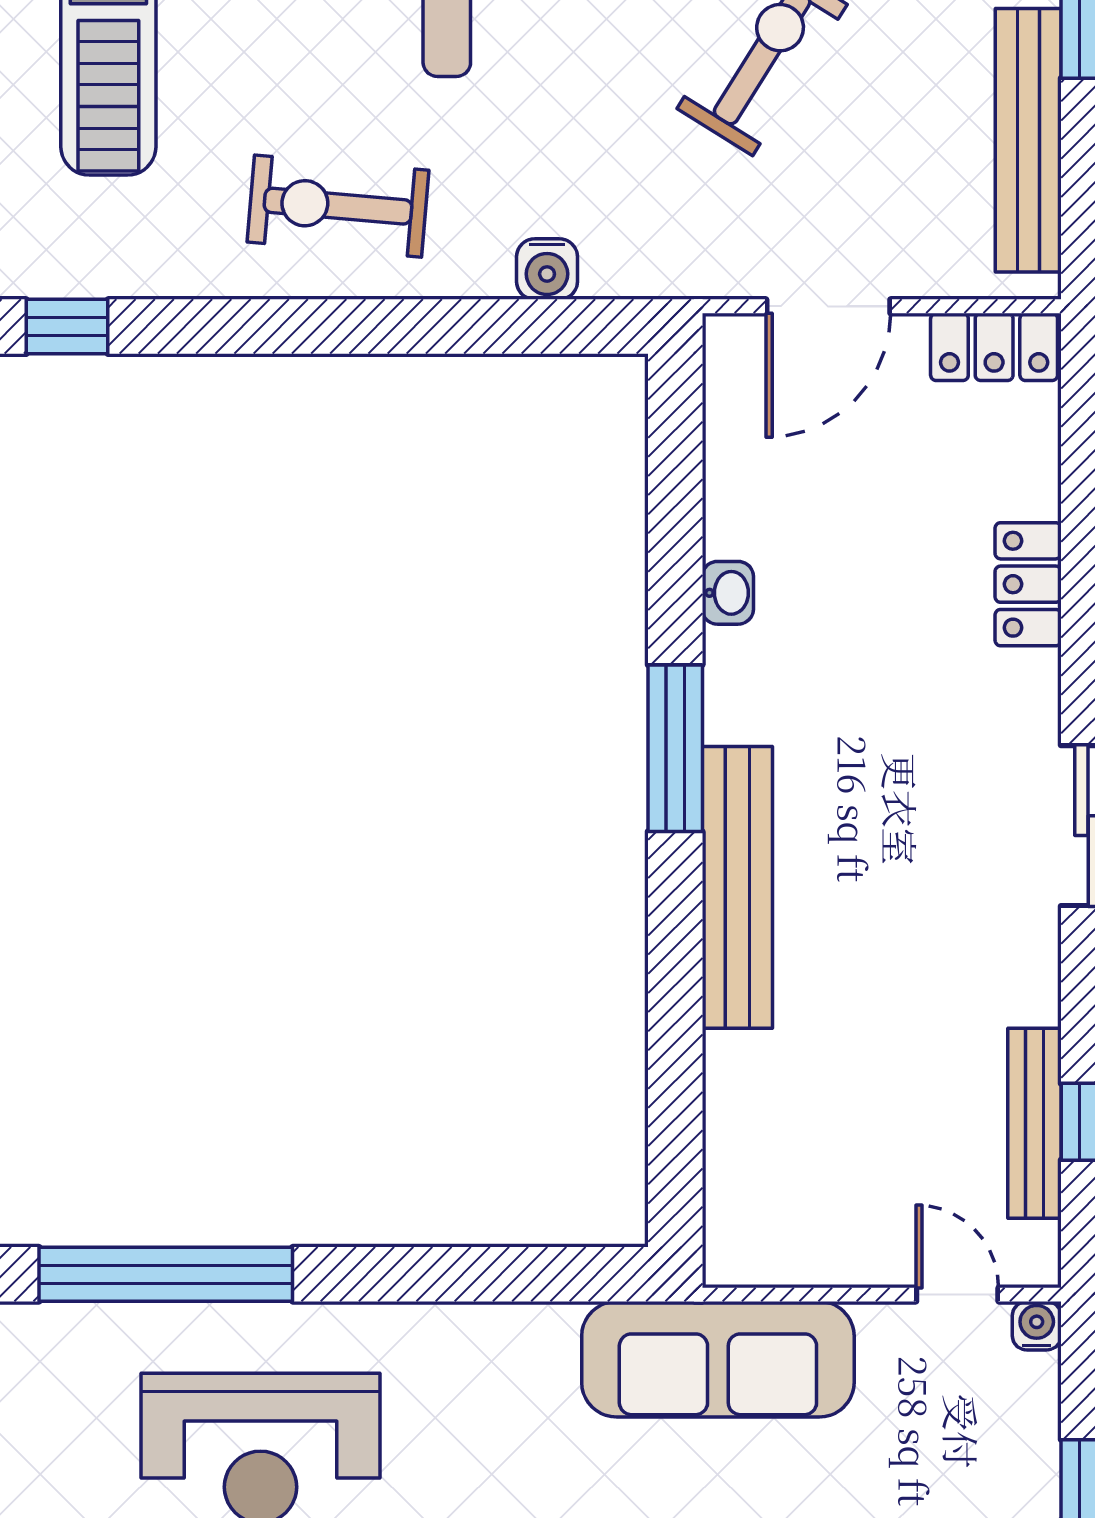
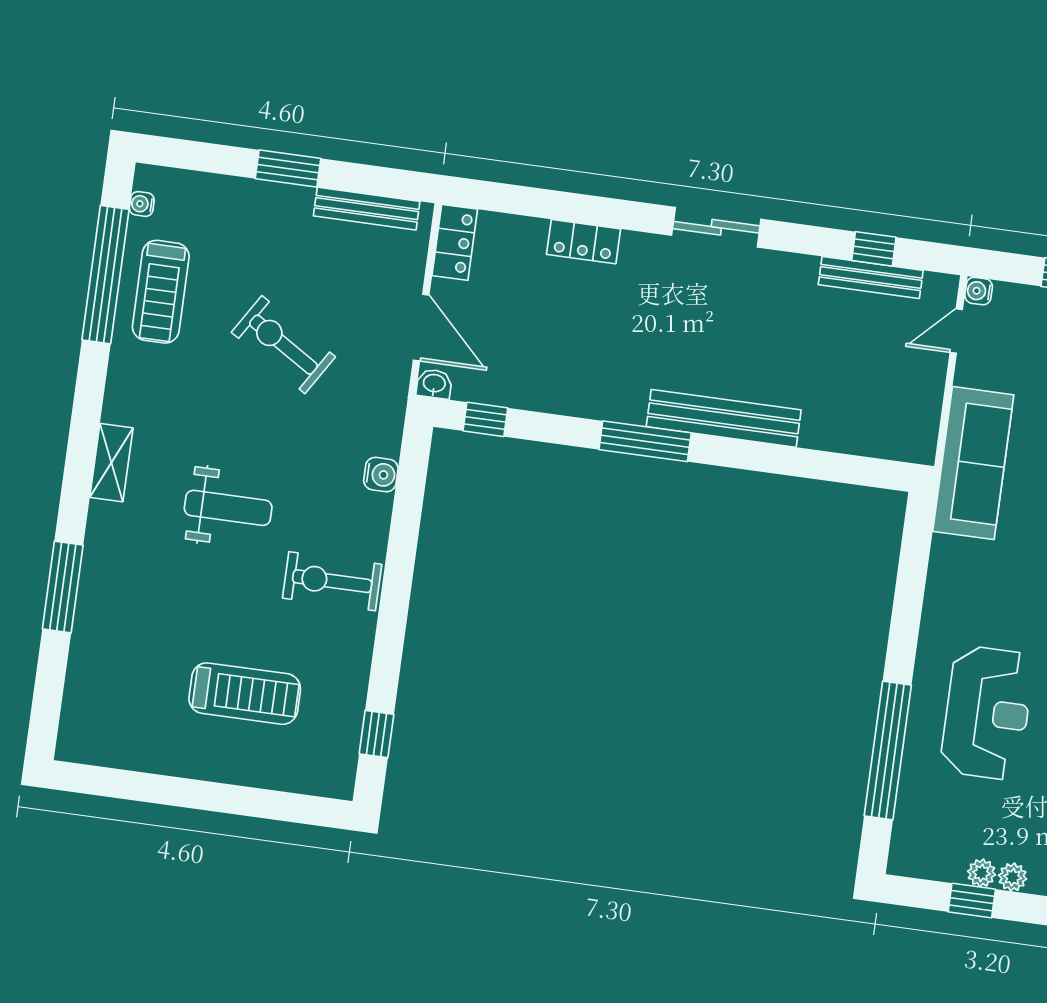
bench: (1028, 140) -> (367, 209), width x0.73, depth x0.82
exercise bike: (338, 206) -> (332, 581), turned 85
window: (675, 448) -> (485, 419), added
washbasin: (728, 593) -> (434, 384), moved

